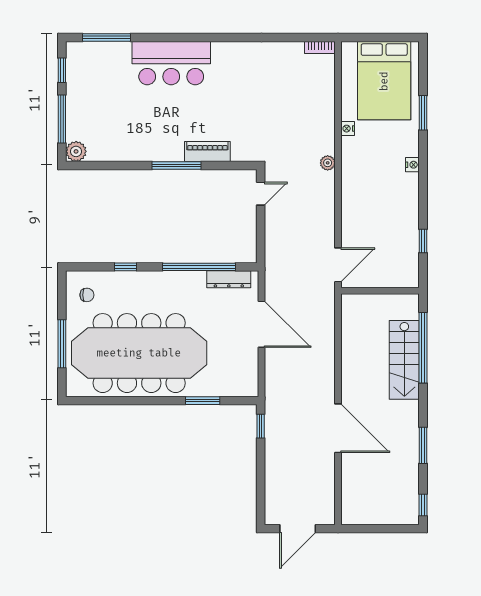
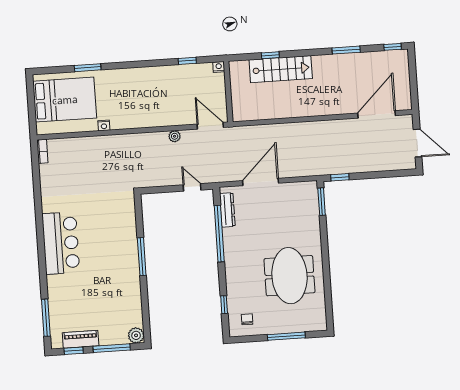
bar counter: (171, 63) -> (61, 243), moved
piano: (207, 152) -> (81, 339), moved, turned 90
plant: (328, 163) -> (175, 136), moved
nightstand: (412, 165) -> (219, 67), moved
door: (261, 194) -> (192, 187), moved
window: (126, 267) -> (224, 305), moved
window: (423, 348) -> (270, 55), width x0.32
meeting table: (139, 353) -> (289, 276), width x0.54, depth x0.79
window: (203, 401) -> (322, 202), moved
door: (338, 428) -> (377, 114), moved

